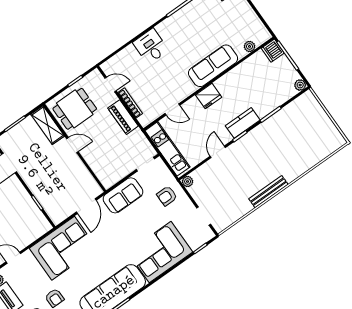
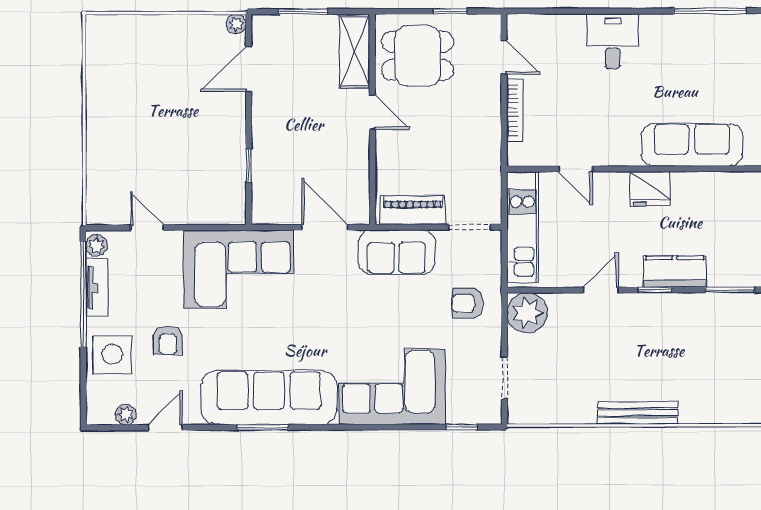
piano: (123, 117) -> (413, 210), moved, turned 90
plant: (188, 181) -> (527, 313), width x1.88, depth x1.88
door: (86, 206) -> (325, 227), swing flipped

